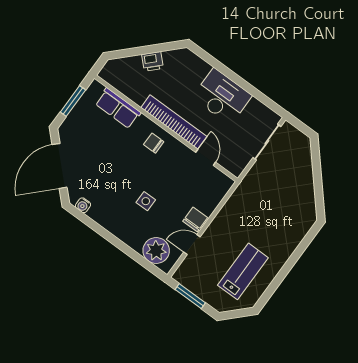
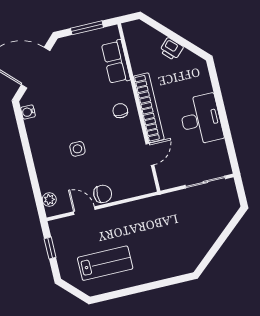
plant: (156, 251) -> (49, 200), width x0.53, depth x0.53
window: (190, 296) -> (50, 248), width x0.67

